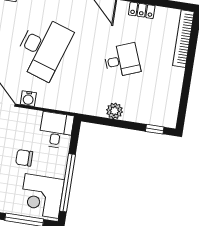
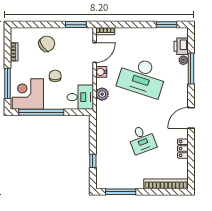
window: (184, 98) -> (121, 192), added
plant: (114, 111) -> (102, 94), moved
window: (155, 129) -> (93, 161), moved

